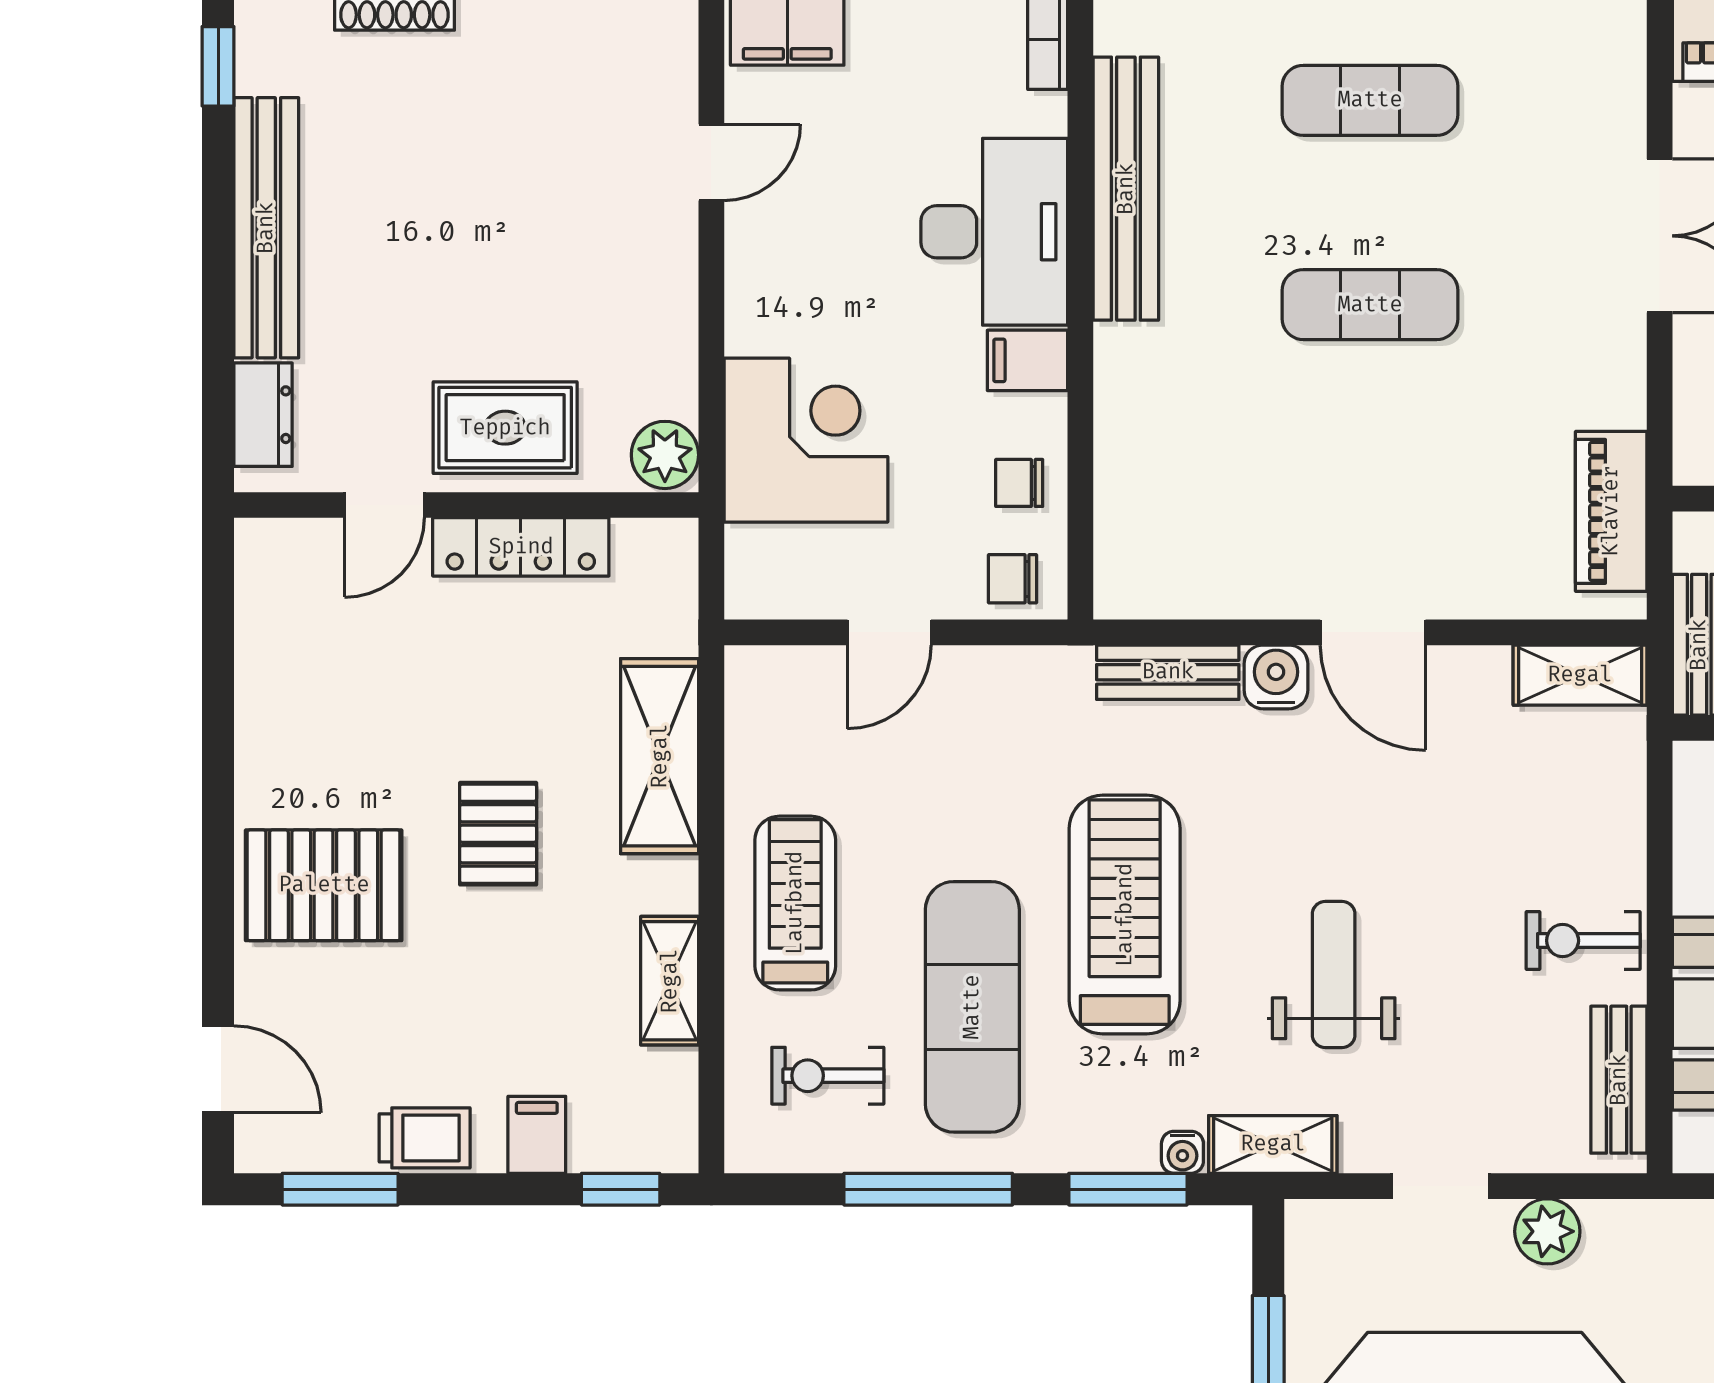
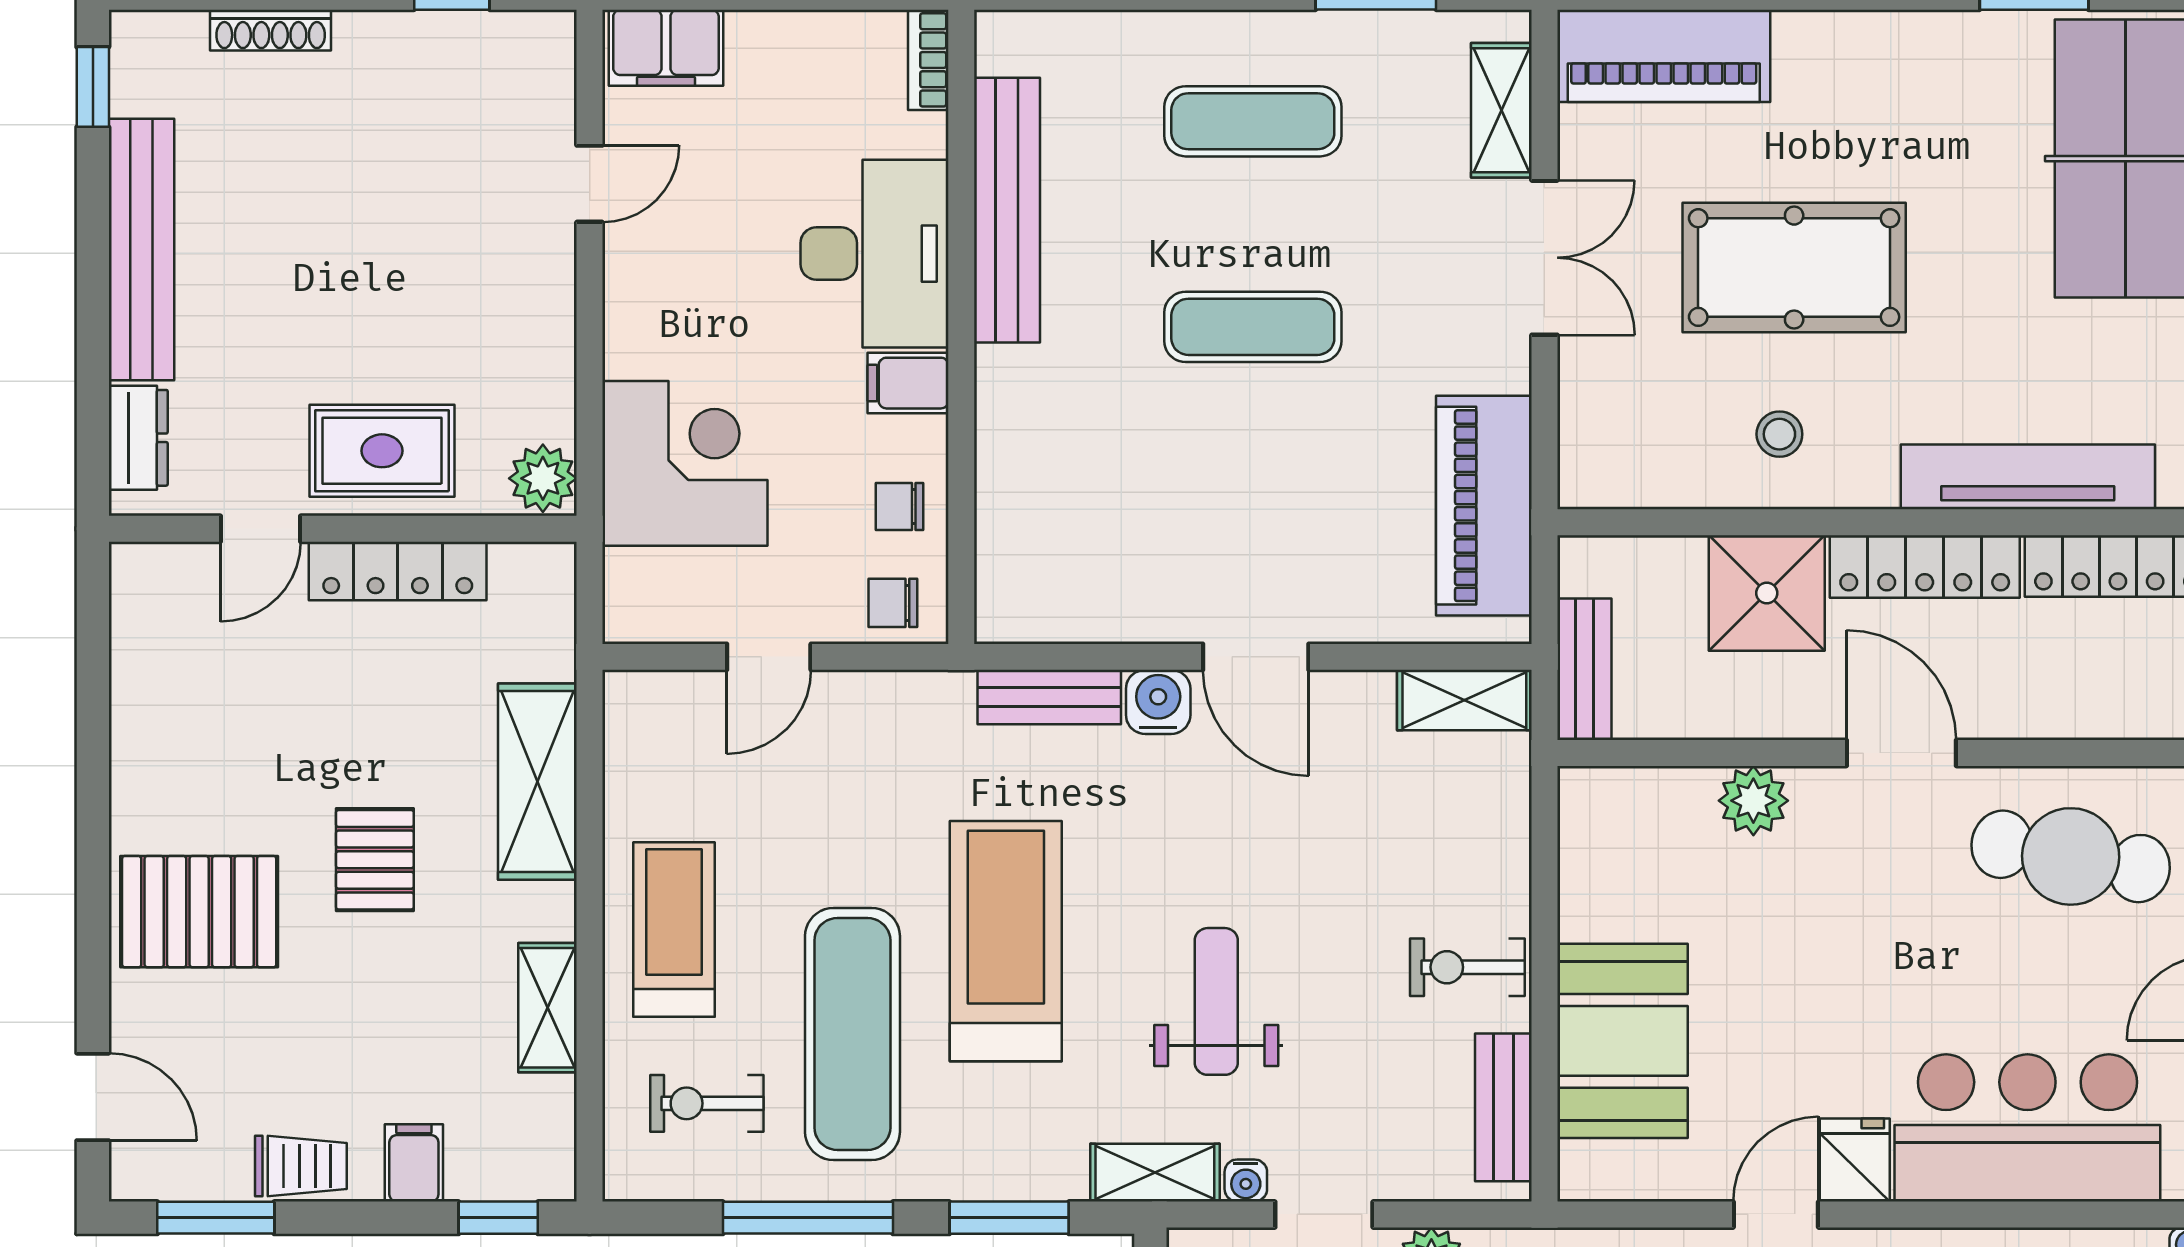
shelving: (1617, 89) -> (1501, 110), added
piano: (1611, 511) -> (1484, 506), width x1.37, depth x1.33
water cooler: (1182, 1152) -> (1246, 1181), moved

